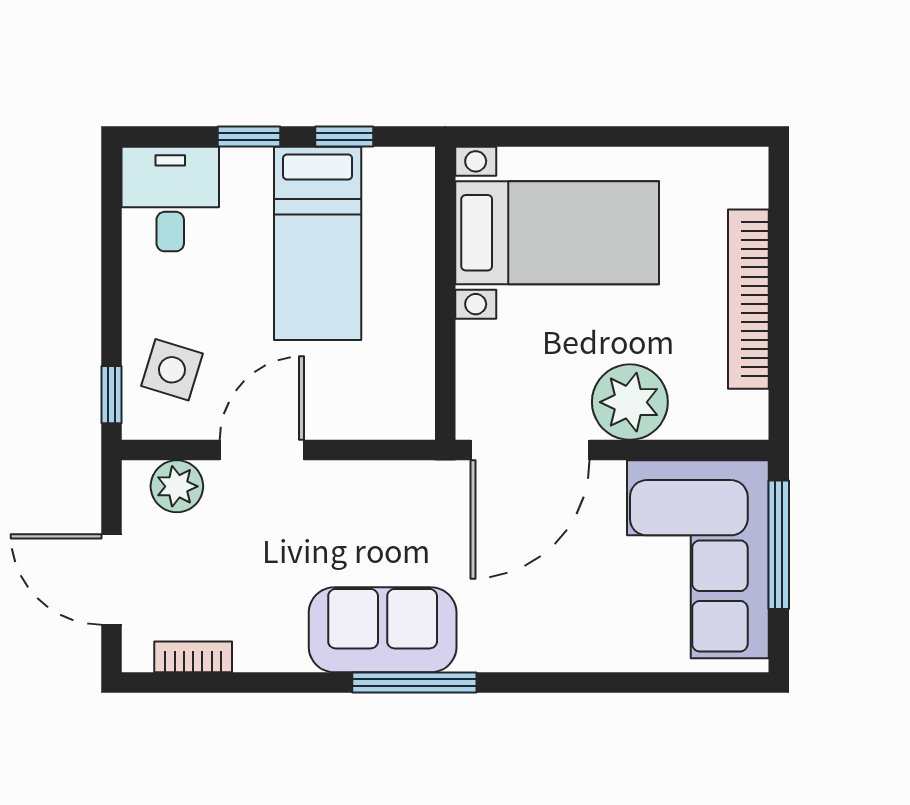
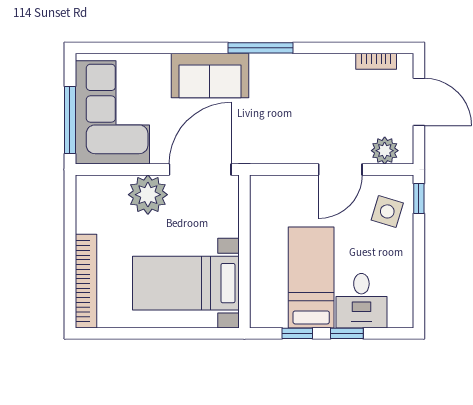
desk: (170, 199) -> (361, 301), moved
bookcase: (748, 299) -> (86, 281), moved
sofa: (383, 630) -> (210, 76), moved

